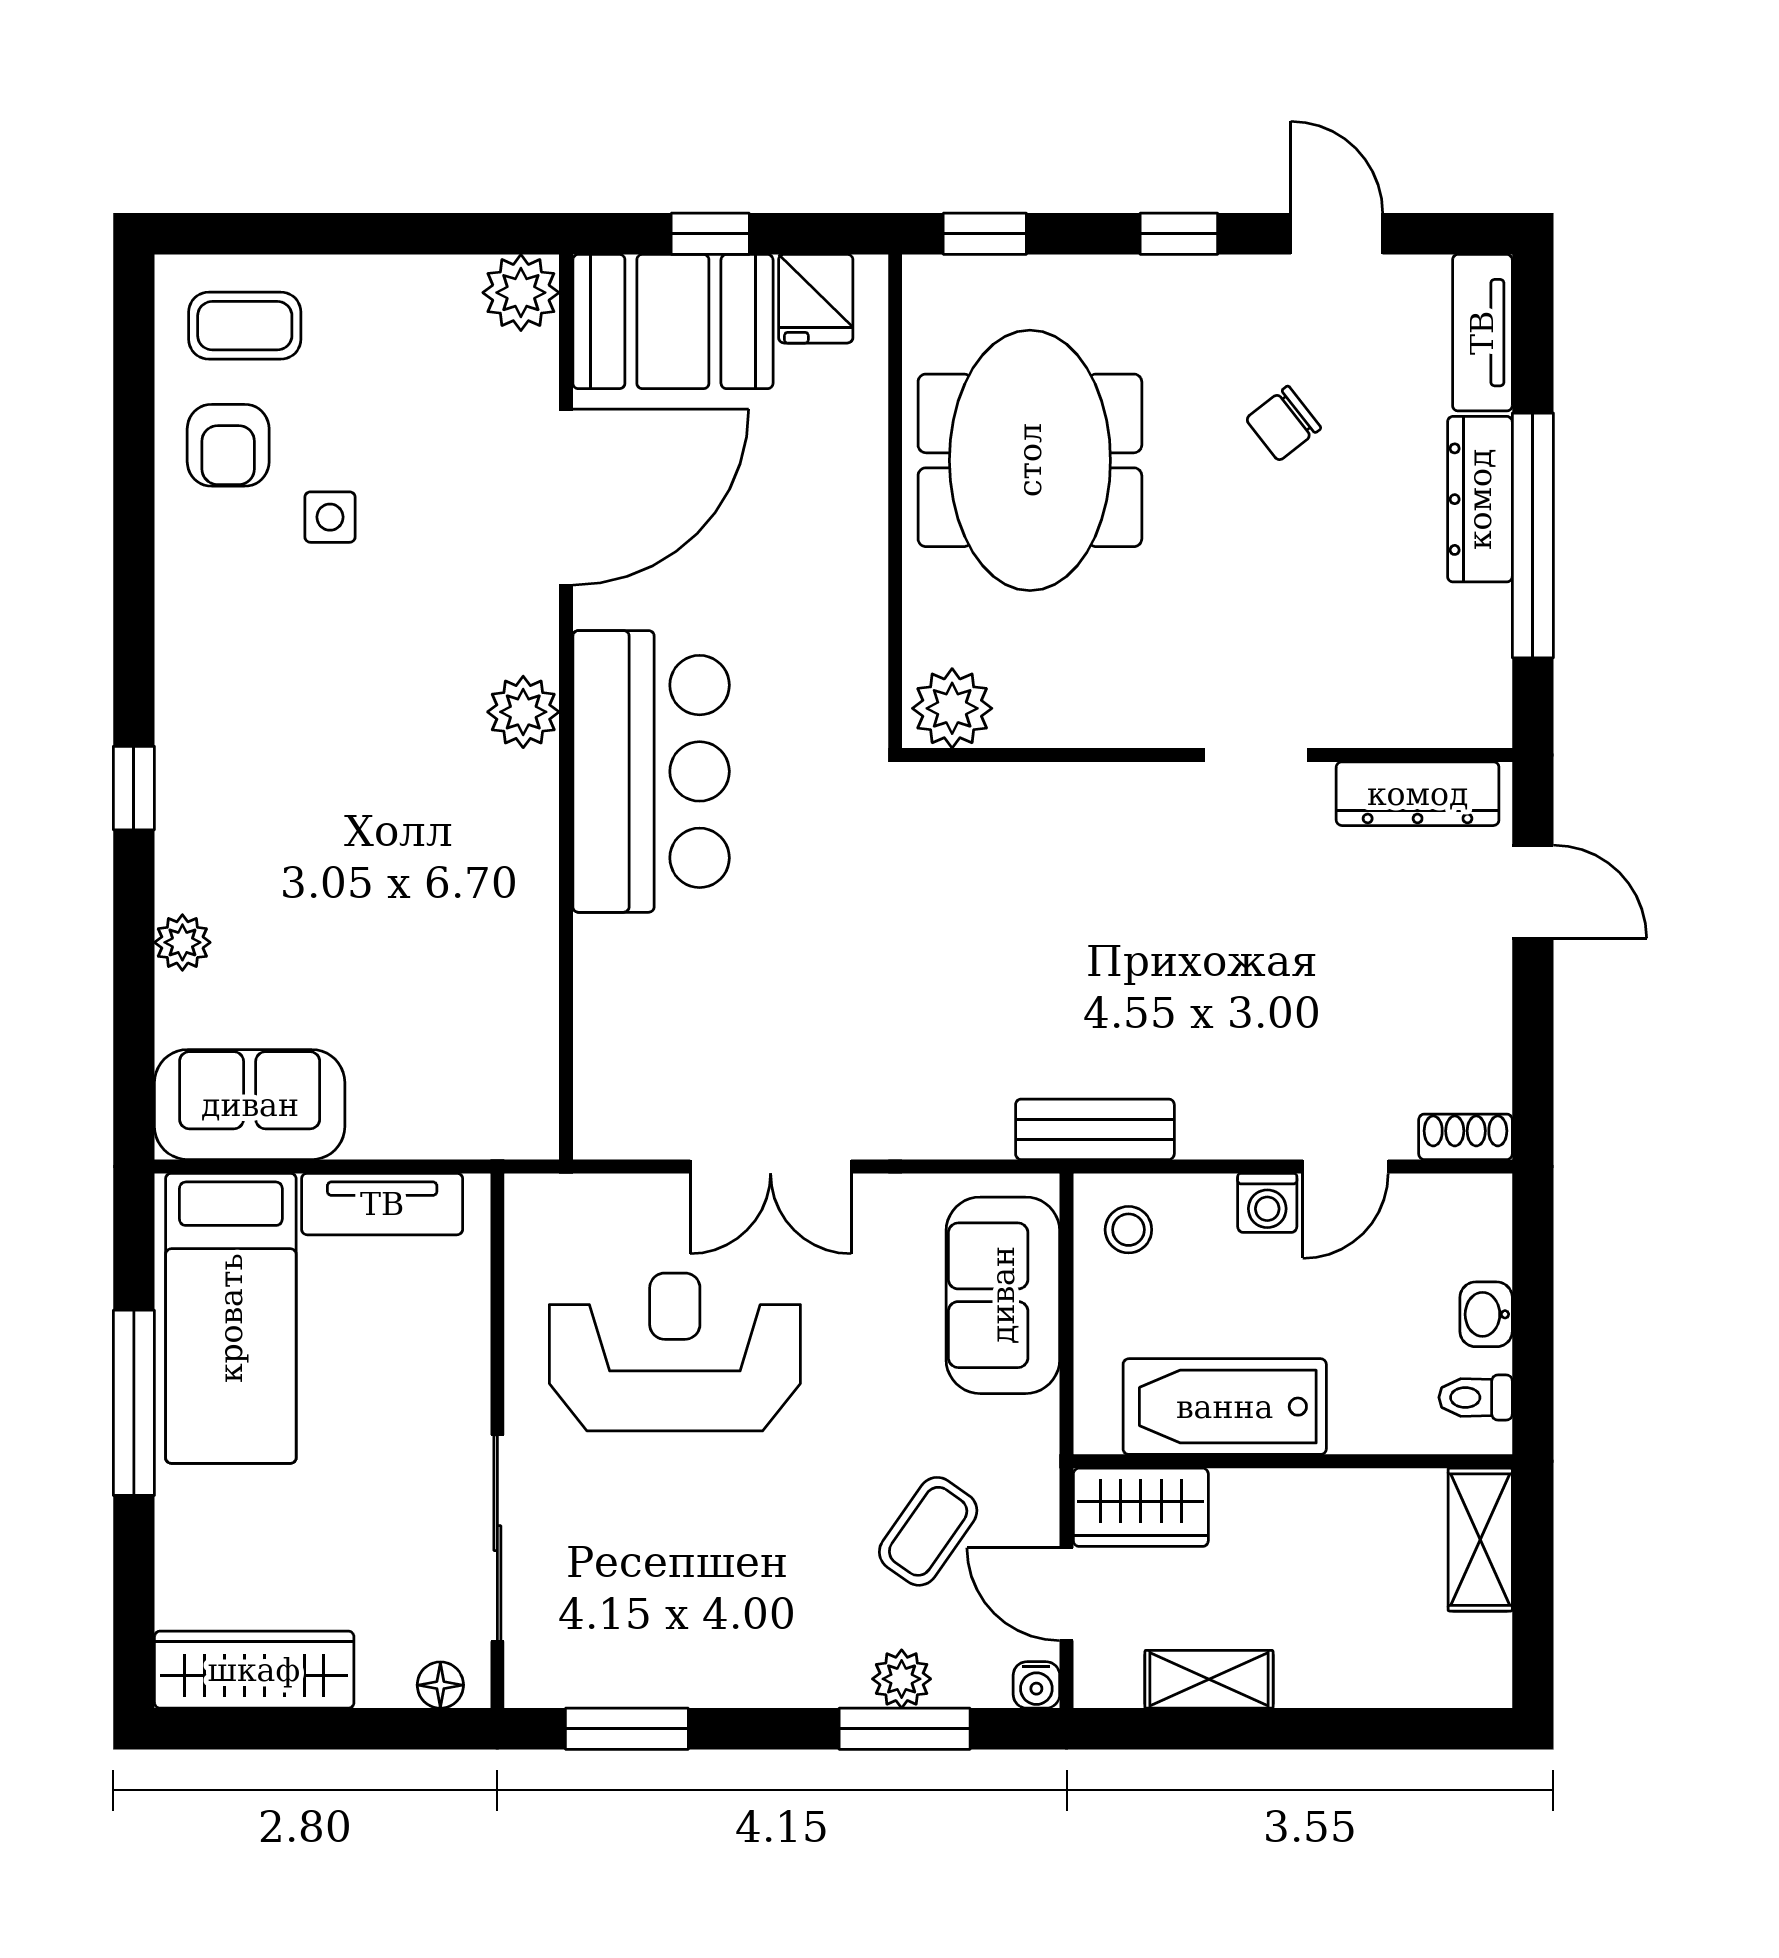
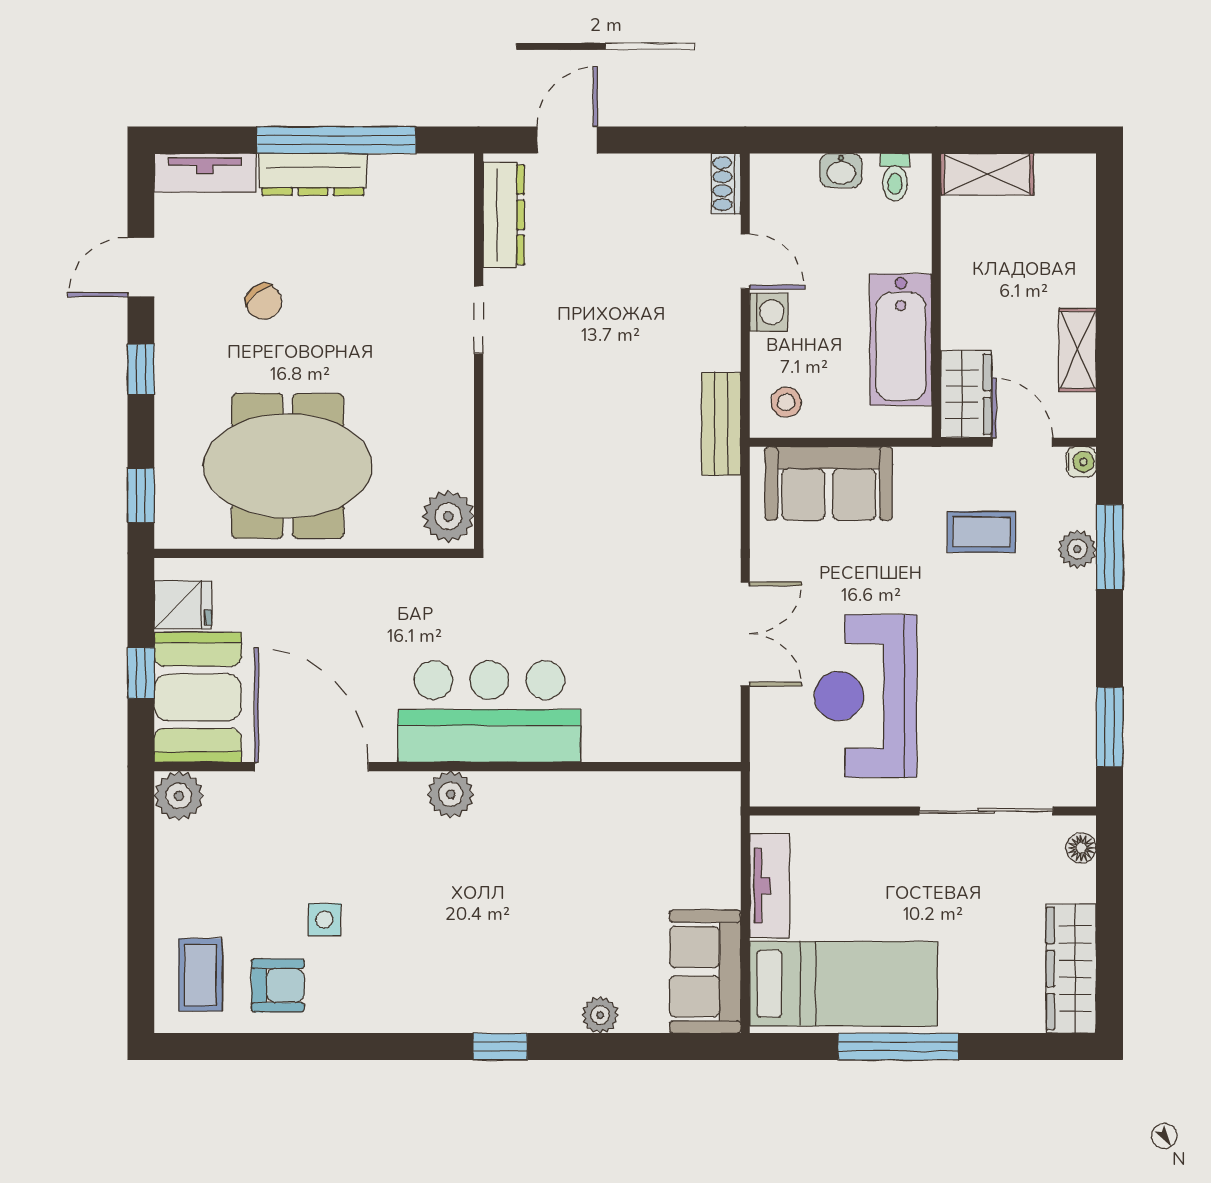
coffee table: (928, 1531) -> (982, 532), turned -35
door: (1067, 1594) -> (1022, 442), swing flipped

